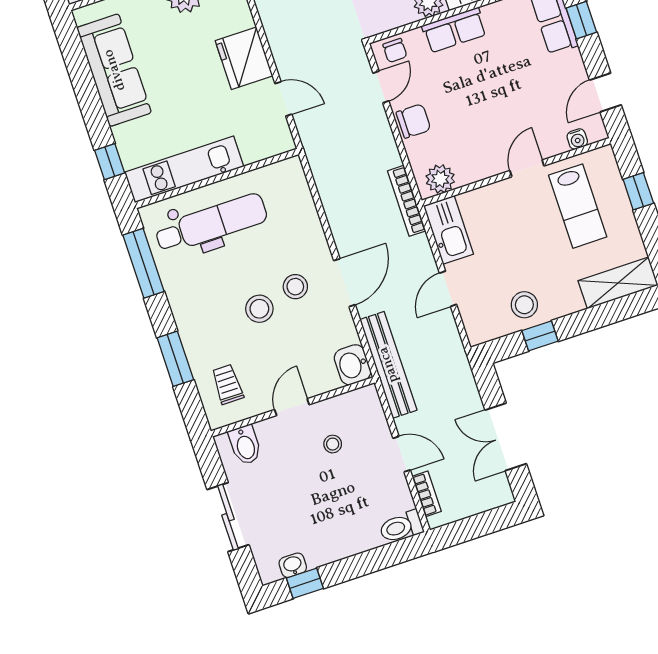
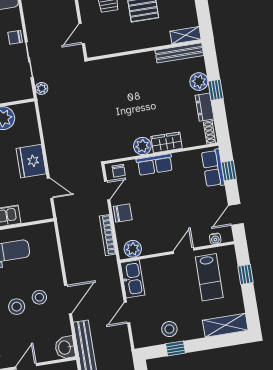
bookcase: (407, 201) -> (108, 235), moved

